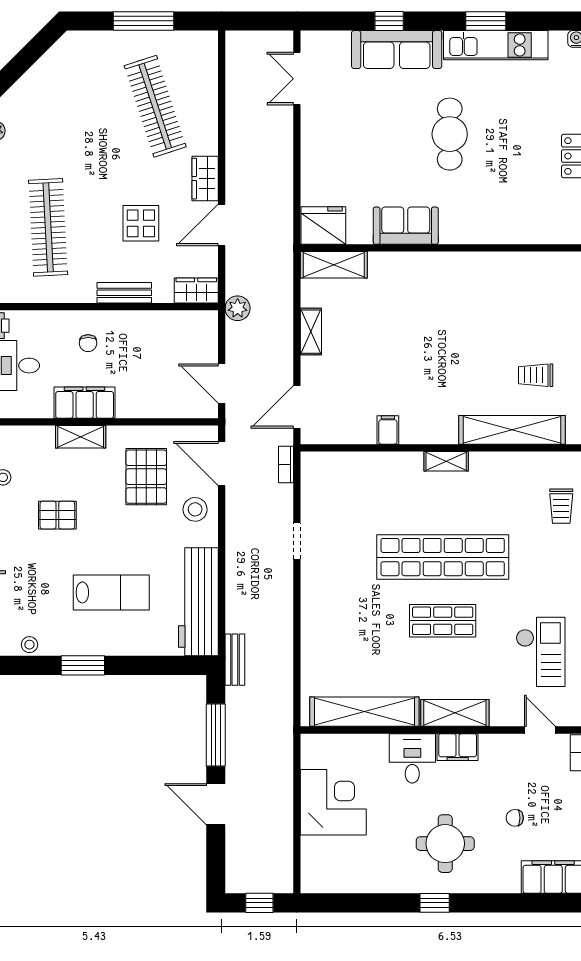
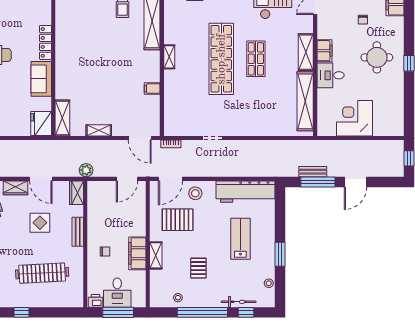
locker: (473, 234) -> (45, 42), added
bench: (235, 660) -> (313, 172), moved

